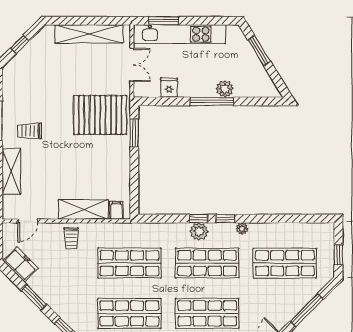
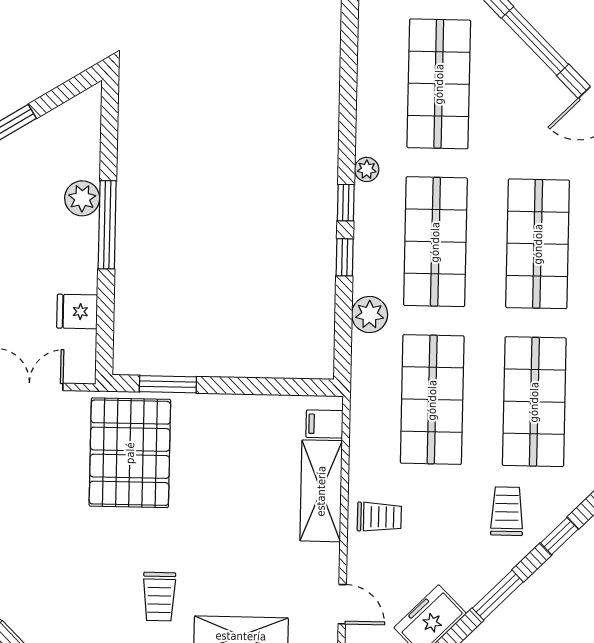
plant: (199, 231) -> (370, 315), moved
trolley: (75, 301) -> (507, 511), added

